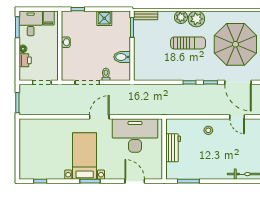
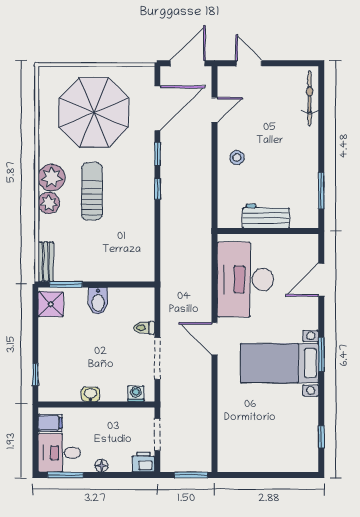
shower: (104, 18) -> (51, 304), moved
bidet: (122, 57) -> (98, 301), moved
printer: (25, 60) -> (143, 462), moved
washing machine: (66, 70) -> (136, 394), added

